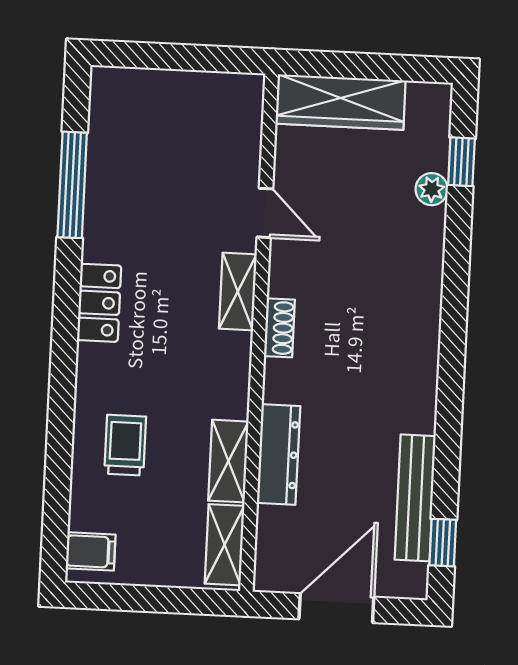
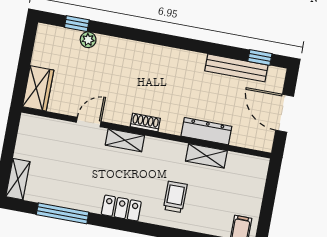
wardrobe: (341, 102) -> (38, 88), width x0.67
trolley: (125, 445) -> (175, 197), moved, turned 90
shelving: (225, 545) -> (18, 179), moved, turned 90

